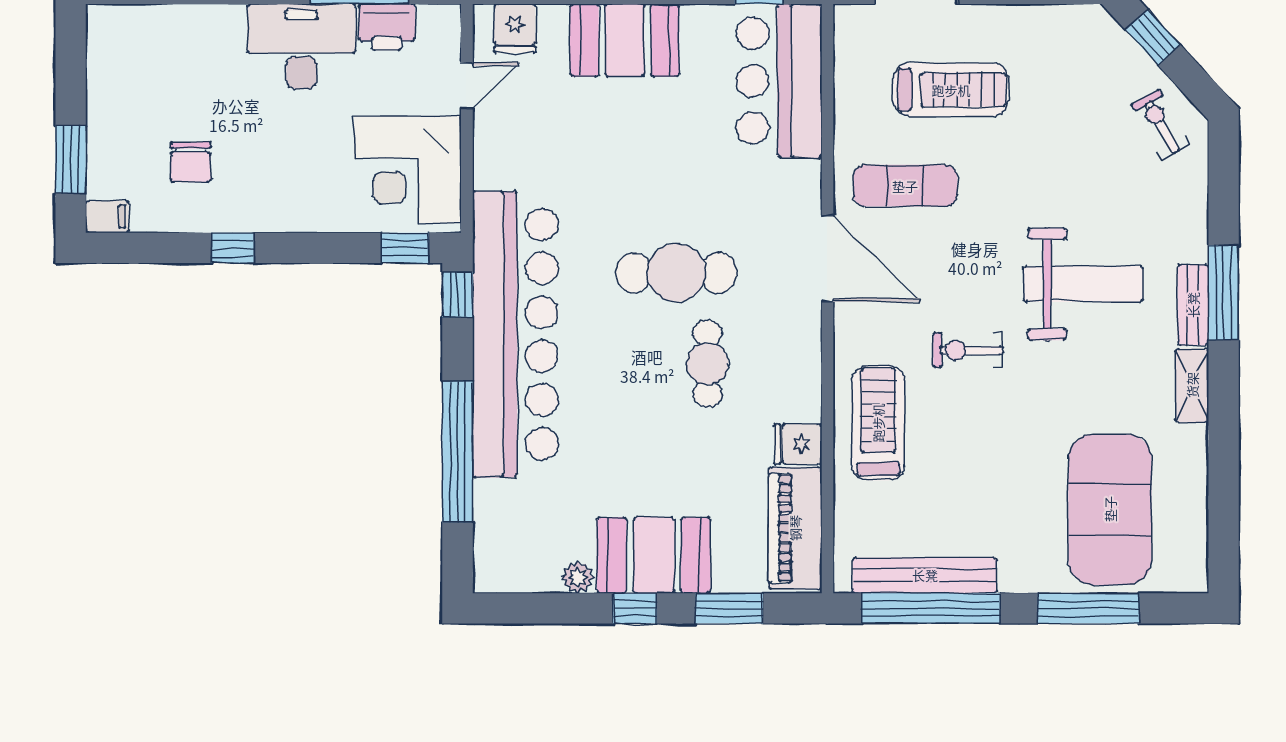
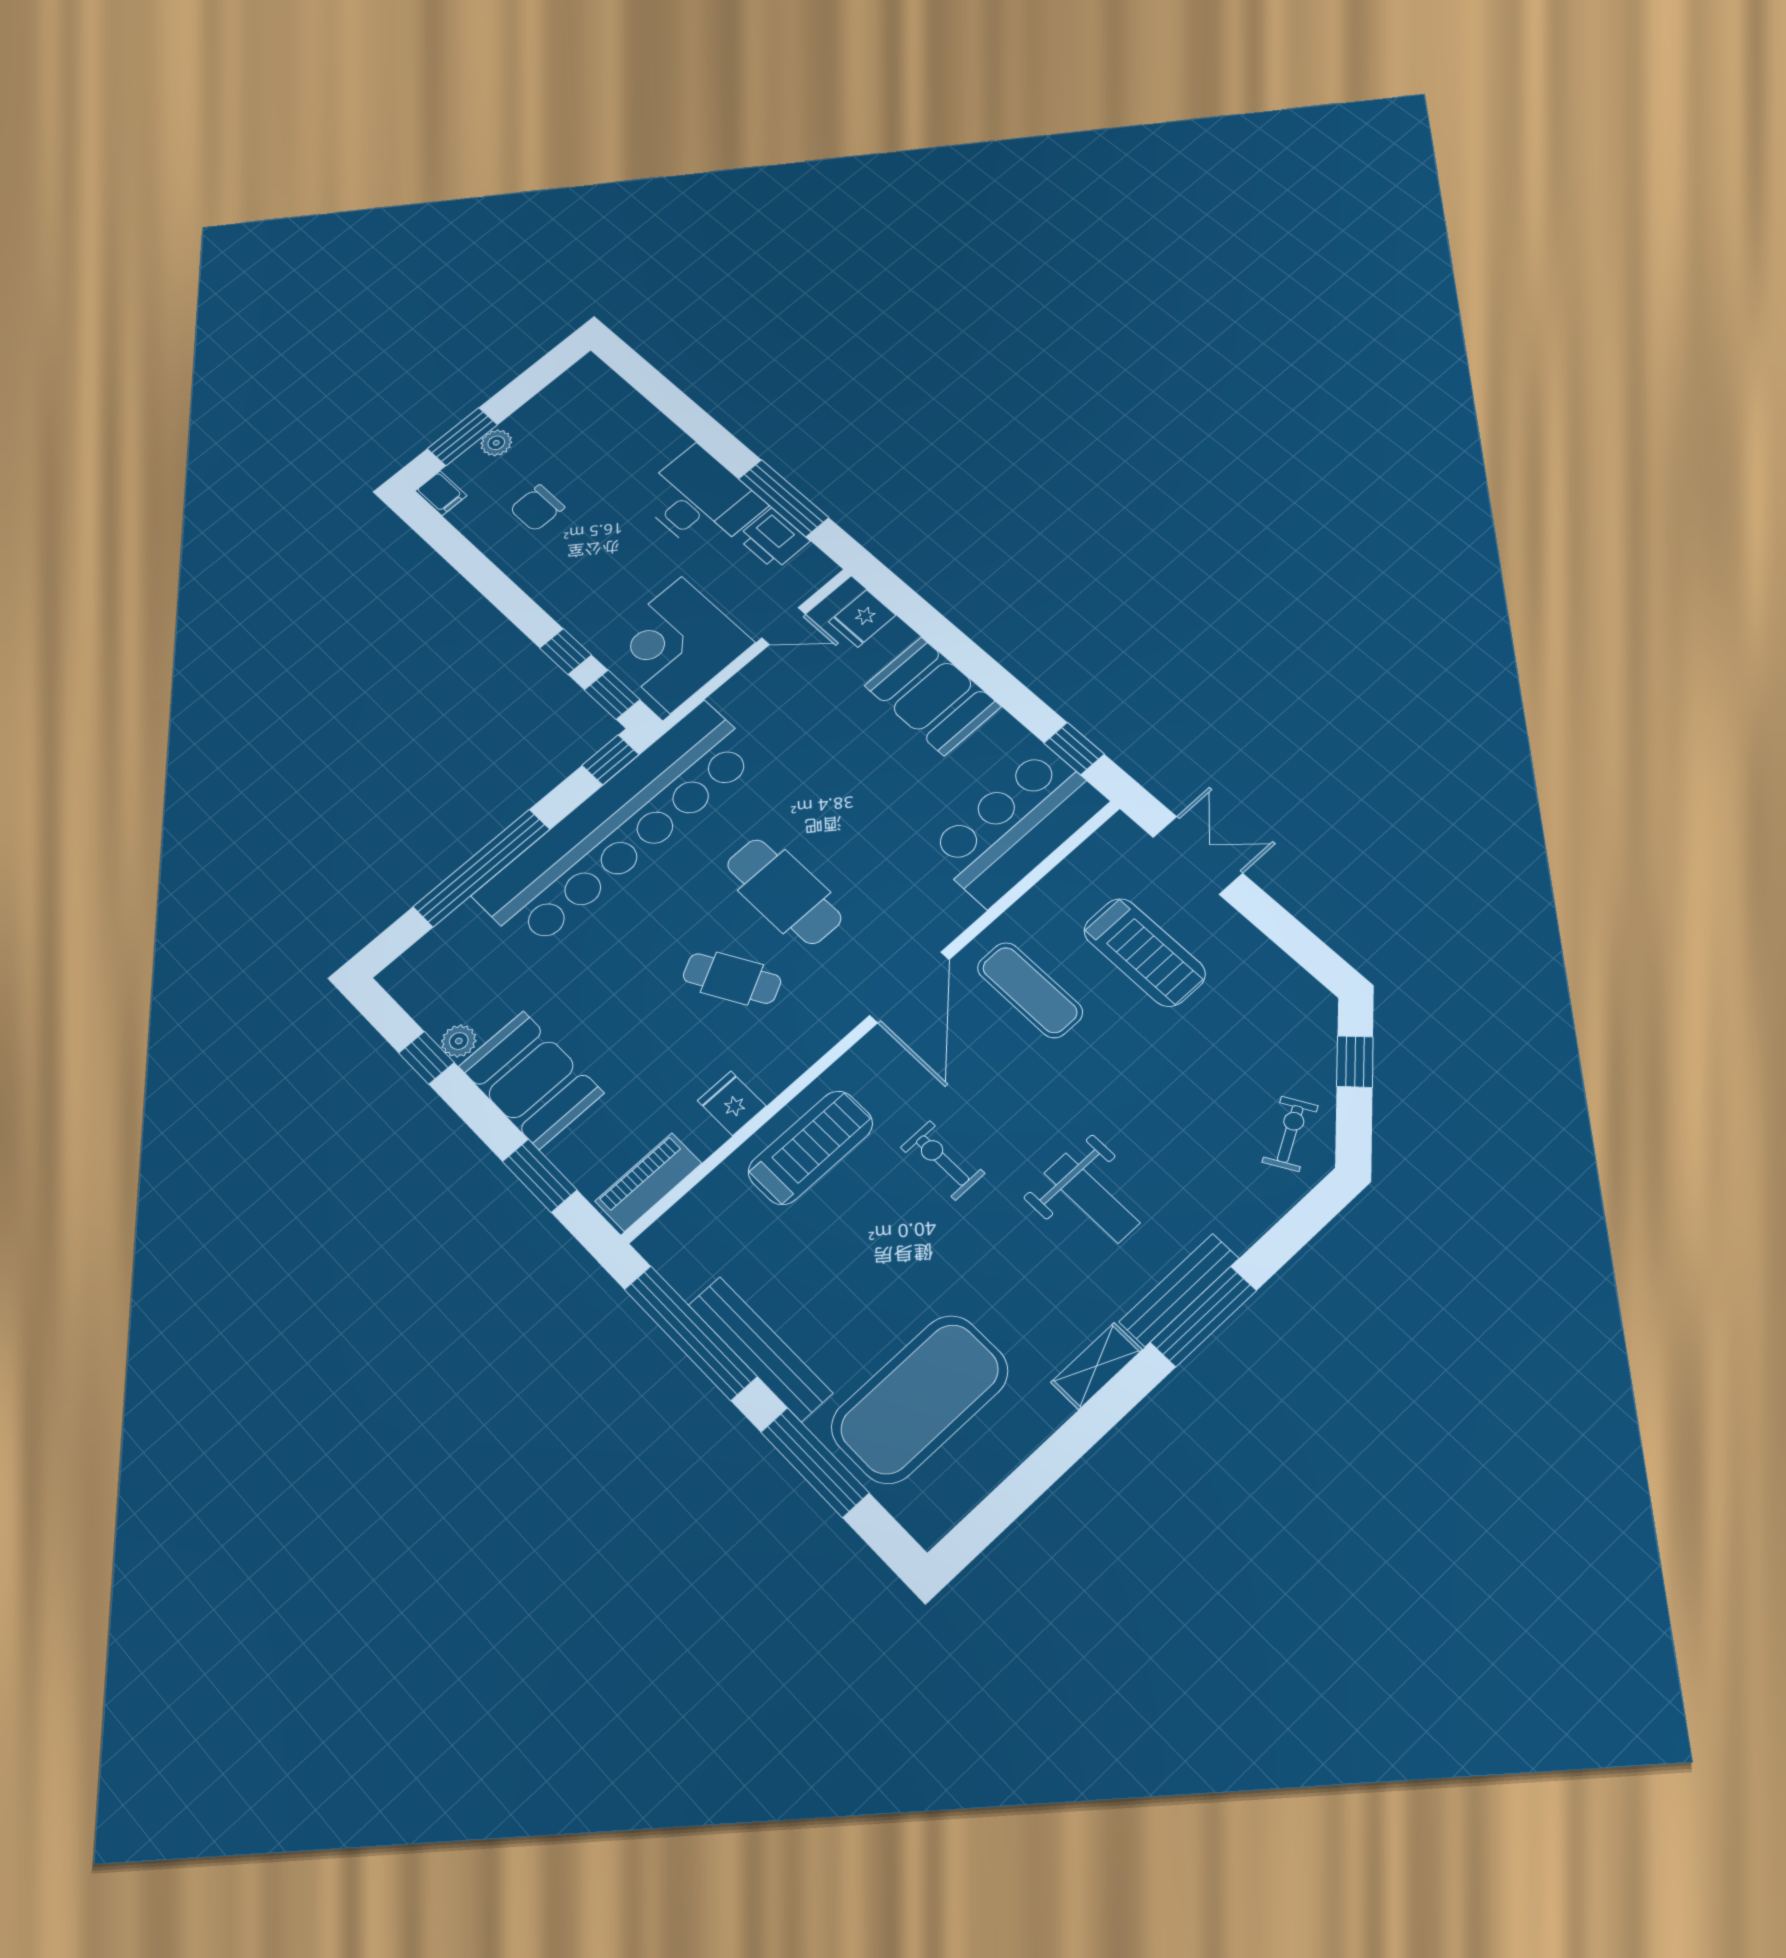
plant: (101, 141) -> (496, 443), added
window: (232, 248) -> (566, 651), moved
weight bench: (1083, 284) -> (1092, 1198), width x0.73, depth x0.75
bench: (1193, 305) -> (1179, 1290), width x1.36
cafe table: (708, 364) -> (732, 978), turned 62
piano: (795, 528) -> (648, 1182), width x0.73, depth x0.75
bench: (925, 575) -> (760, 1349), moved
window: (635, 608) -> (427, 1058), moved

